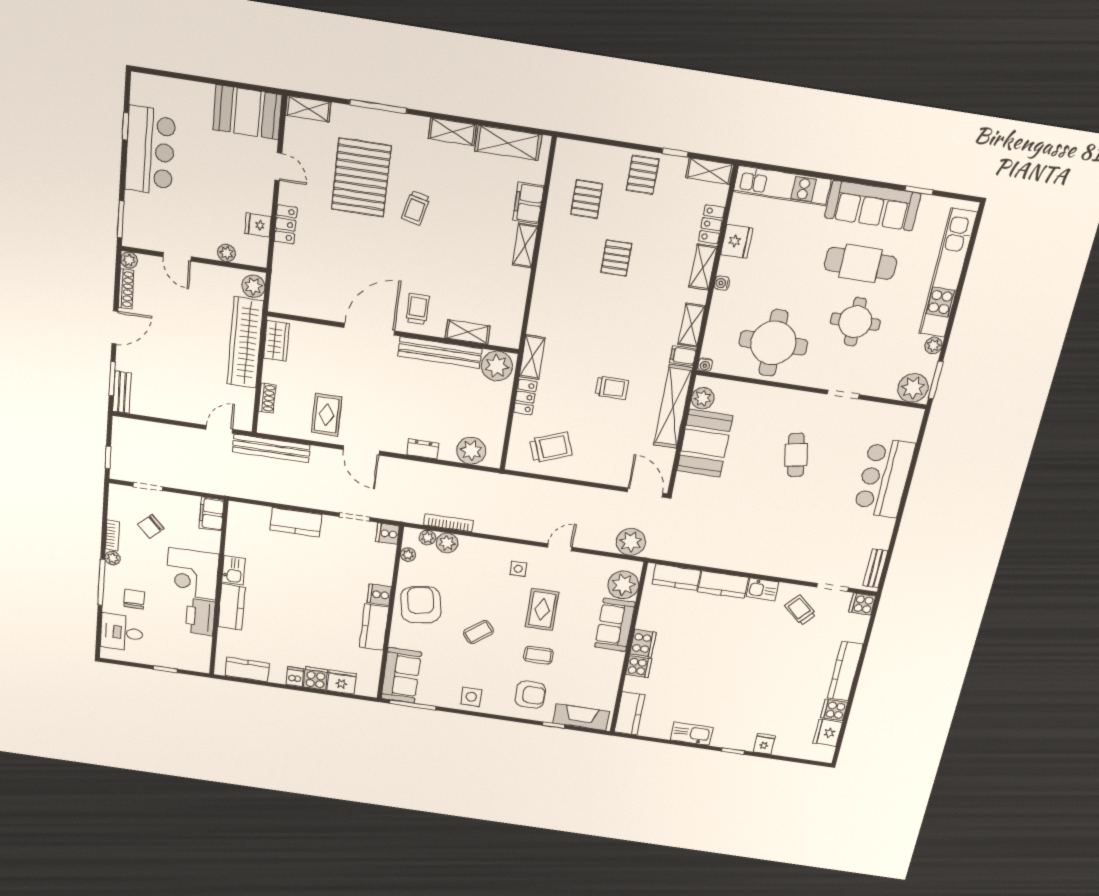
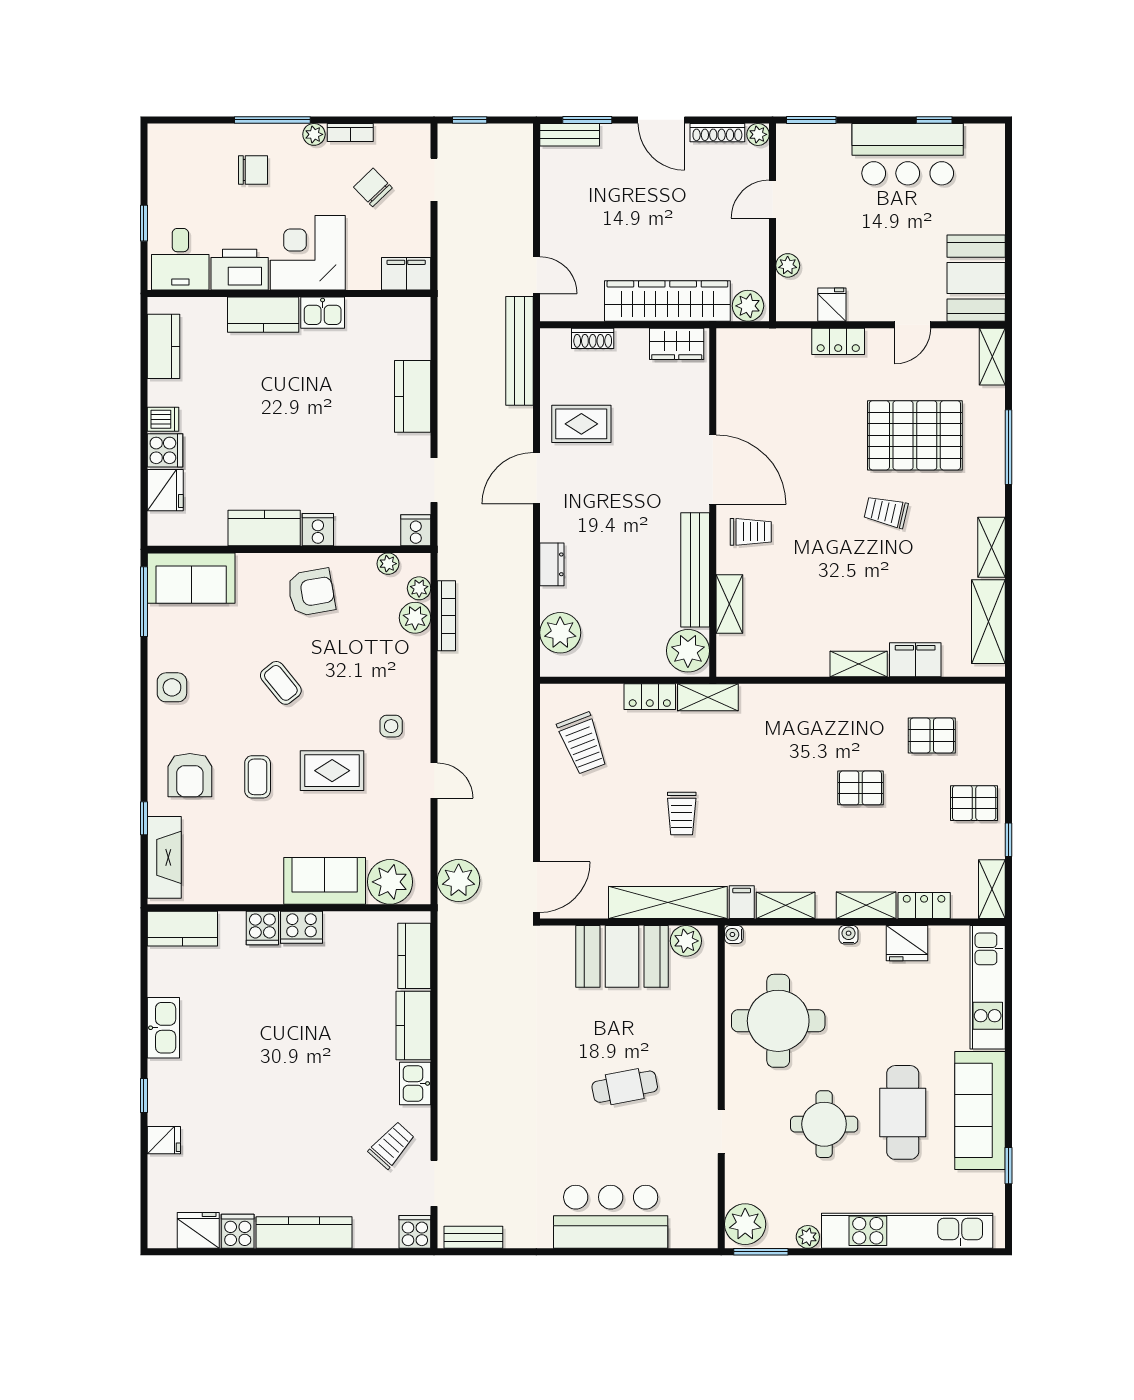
armchair: (421, 605) -> (311, 592), width x0.73, depth x0.73
desk: (122, 632) -> (180, 259), moved, turned 180

